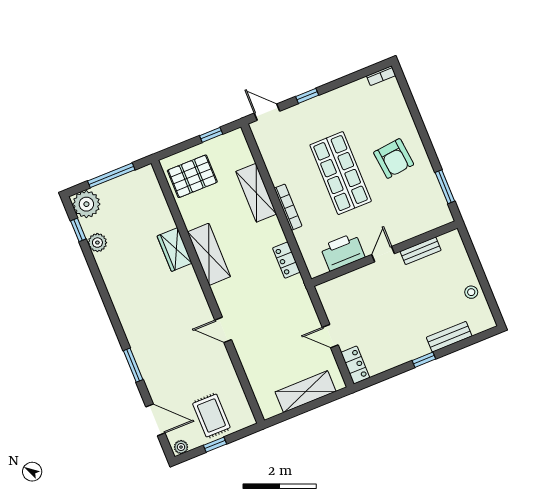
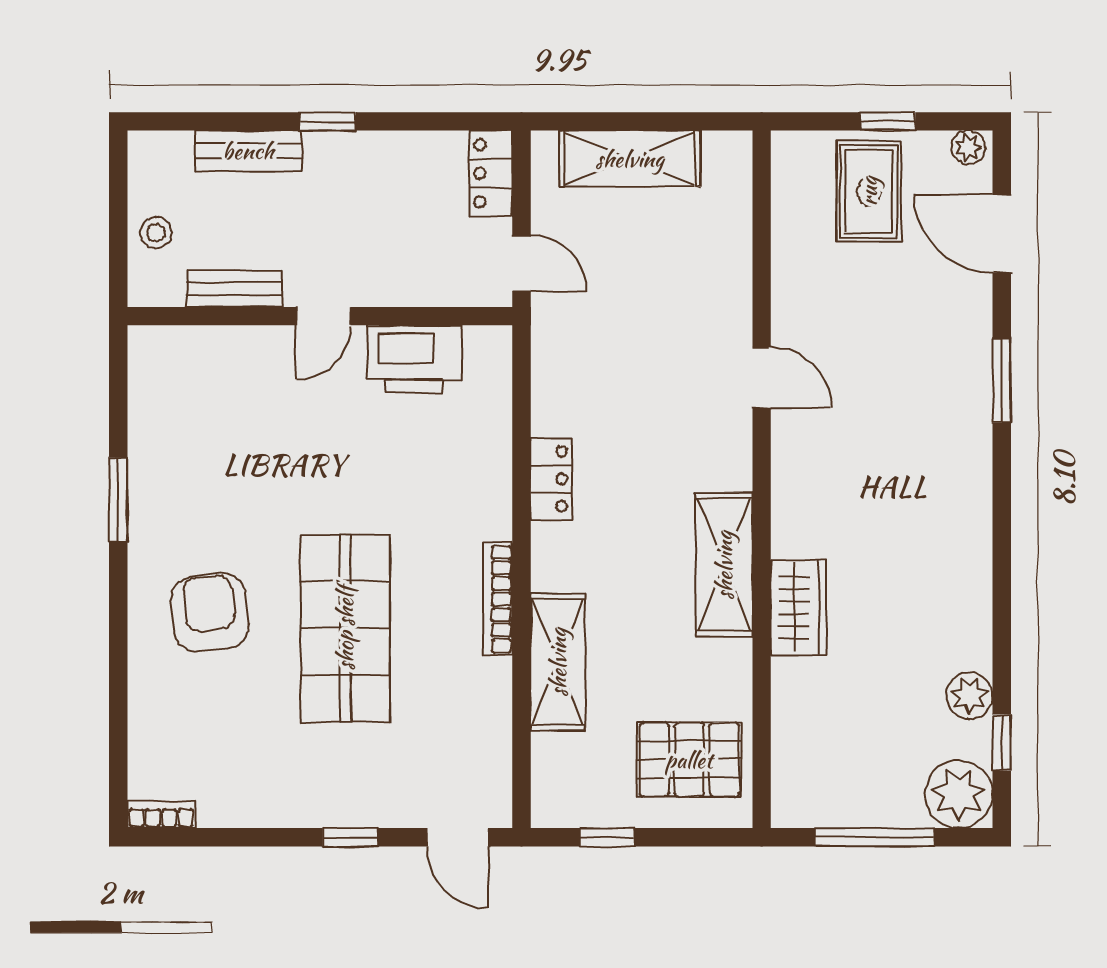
bench: (421, 251) -> (234, 289), moved
printer: (343, 252) -> (414, 359), moved
door: (383, 254) -> (323, 316), moved
wall: (384, 254) -> (320, 316), moved

